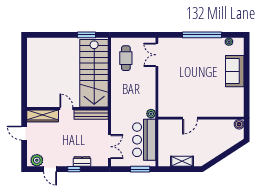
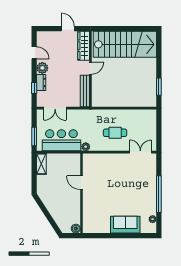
cafe table: (126, 58) -> (115, 133), moved
stairs: (94, 73) -> (125, 44), moved, turned 180
door: (24, 133) -> (68, 29), hinge flipped
plant: (37, 160) -> (42, 68), moved
shelving: (182, 161) -> (41, 164), moved
door: (50, 169) -> (34, 53), swing flipped
window: (74, 169) -> (34, 88), moved

